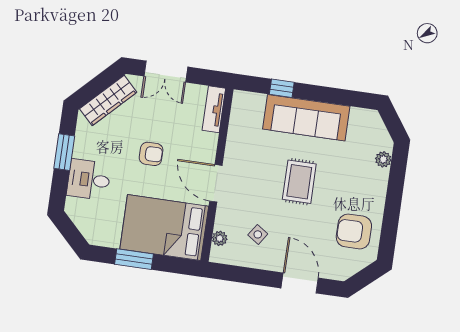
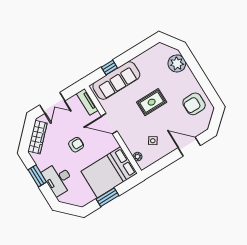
sofa: (306, 118) -> (116, 80), moved
plant: (383, 159) -> (177, 63), width x1.87, depth x1.87
desk: (89, 180) -> (58, 179), width x1.37
rug: (299, 182) -> (152, 102), turned 90
door: (216, 183) -> (109, 124), moved

